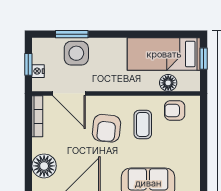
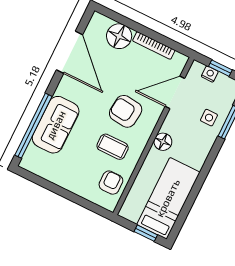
side table: (76, 53) -> (209, 118), width x0.54, depth x0.54
floor lamp: (168, 83) -> (163, 142), moved
bookcase: (37, 116) -> (154, 45), moved

